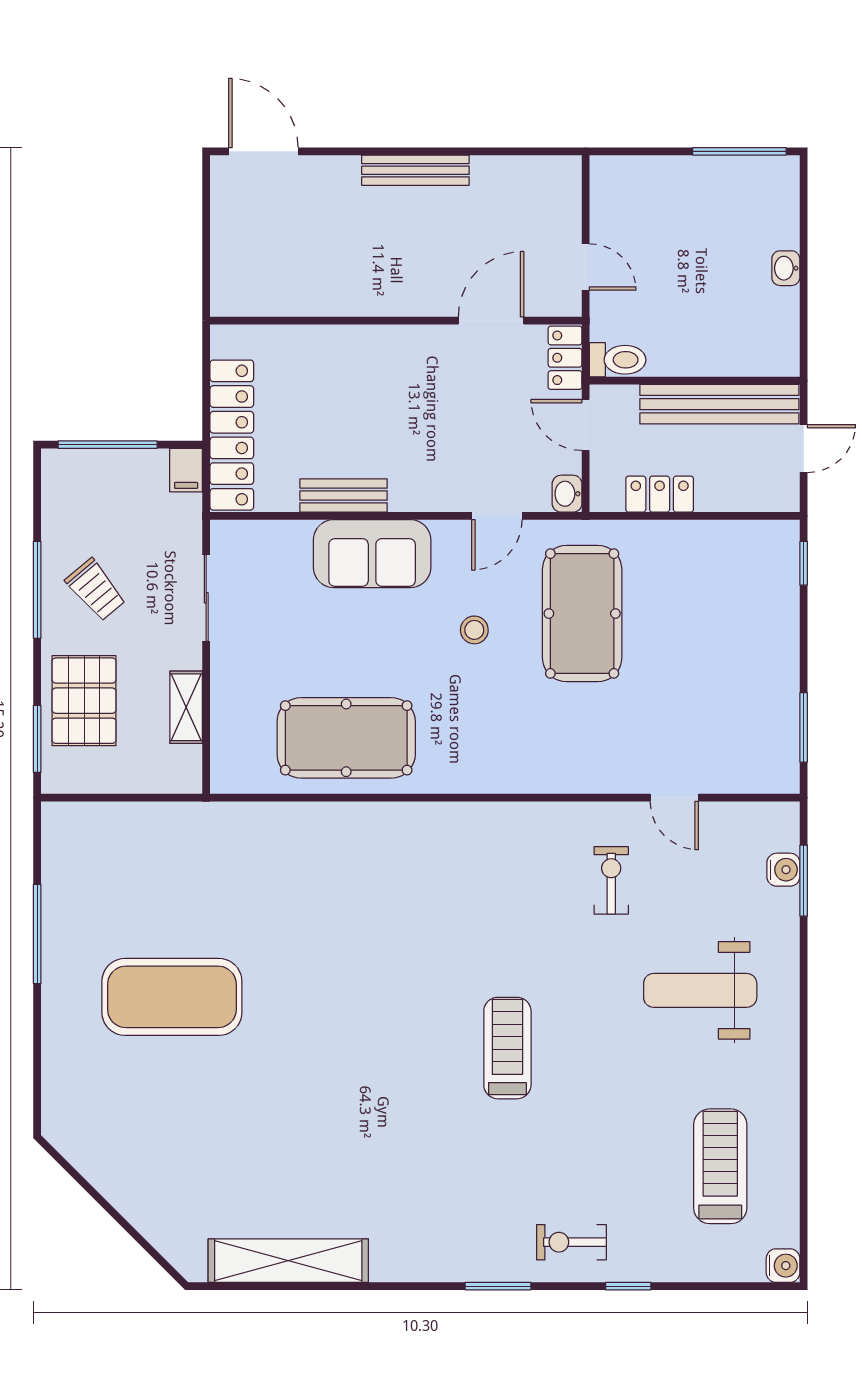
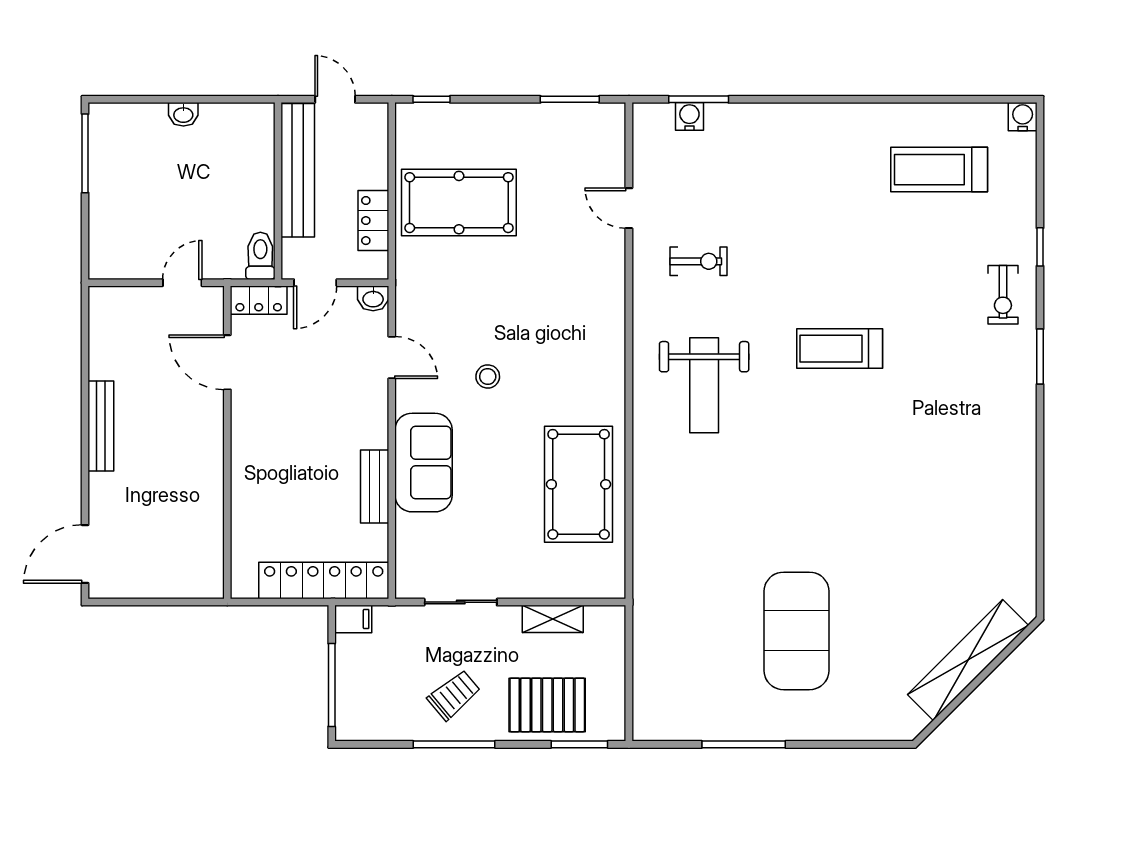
pool table: (582, 614) -> (459, 203), moved
door: (674, 798) -> (629, 208), swing flipped
exercise bike: (611, 880) -> (698, 261), turned 180
weight bench: (700, 990) -> (704, 385), moved
shelving: (288, 1261) -> (968, 660), moved, turned 45

